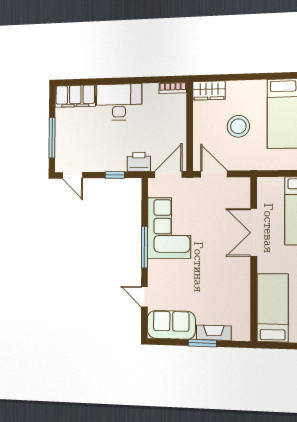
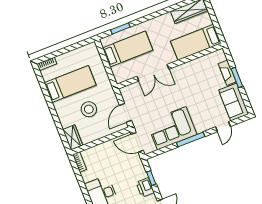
printer: (139, 162) -> (145, 187), moved

